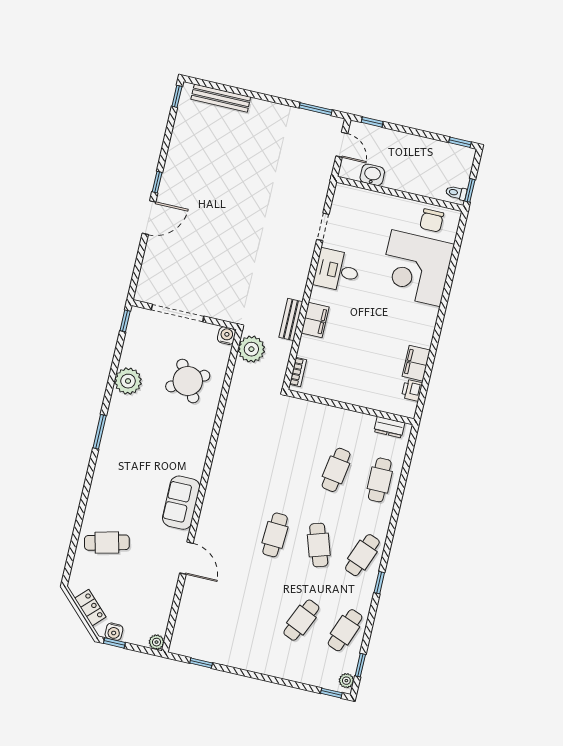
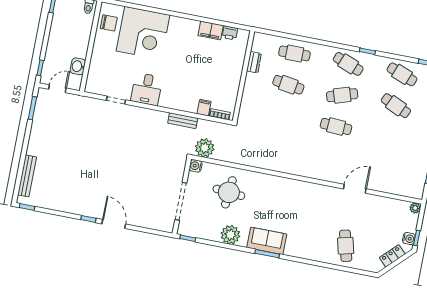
filing cabinet: (315, 320) -> (204, 108), moved, width x0.50
round table: (188, 381) -> (229, 192), turned 36
dresser: (389, 427) -> (254, 62), moved
sofa: (181, 503) -> (267, 241), moved, turned 180

